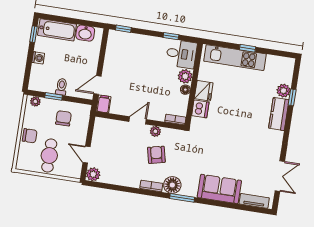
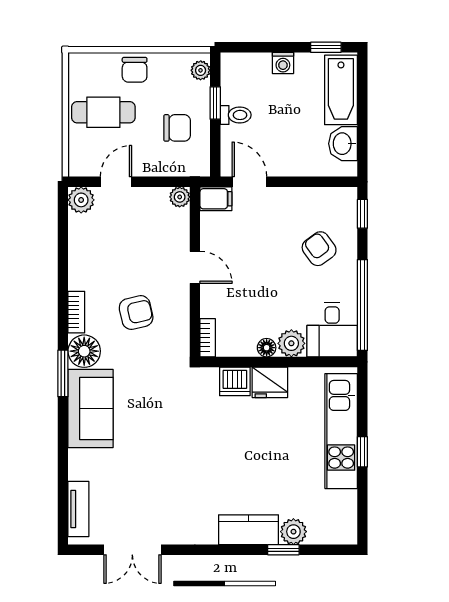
window: (171, 36) -> (362, 305), width x3.17
armchair: (138, 54) -> (319, 249), added
plant: (155, 131) -> (180, 197), moved
sofa: (219, 189) -> (91, 408), moved

